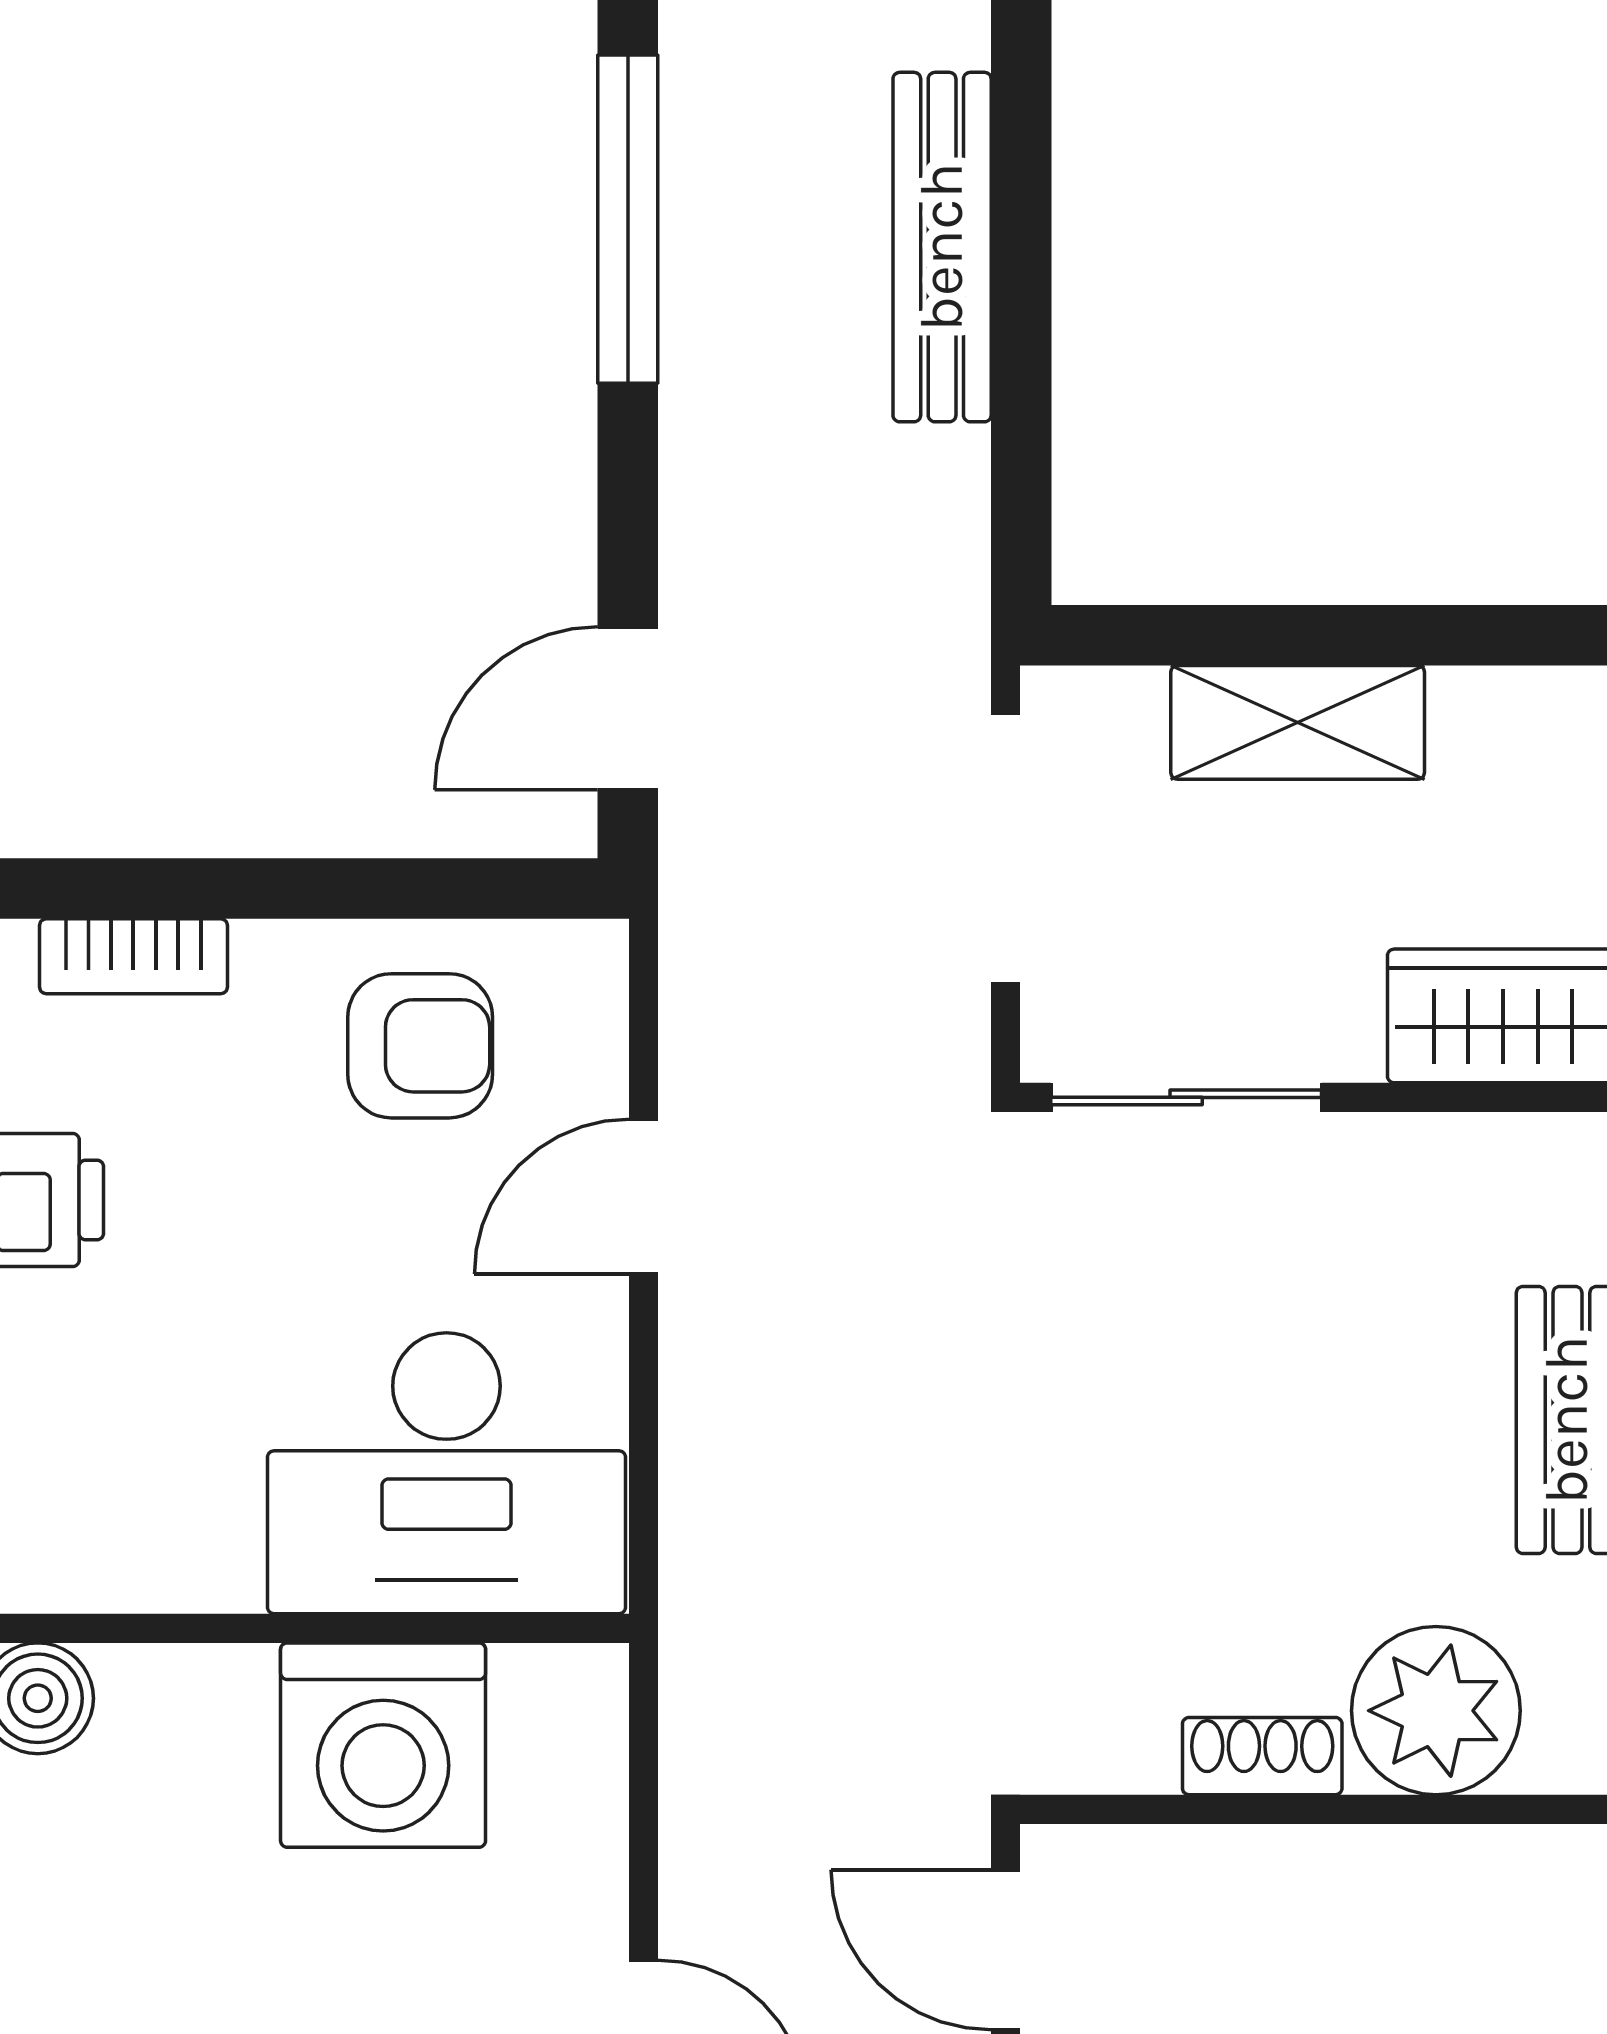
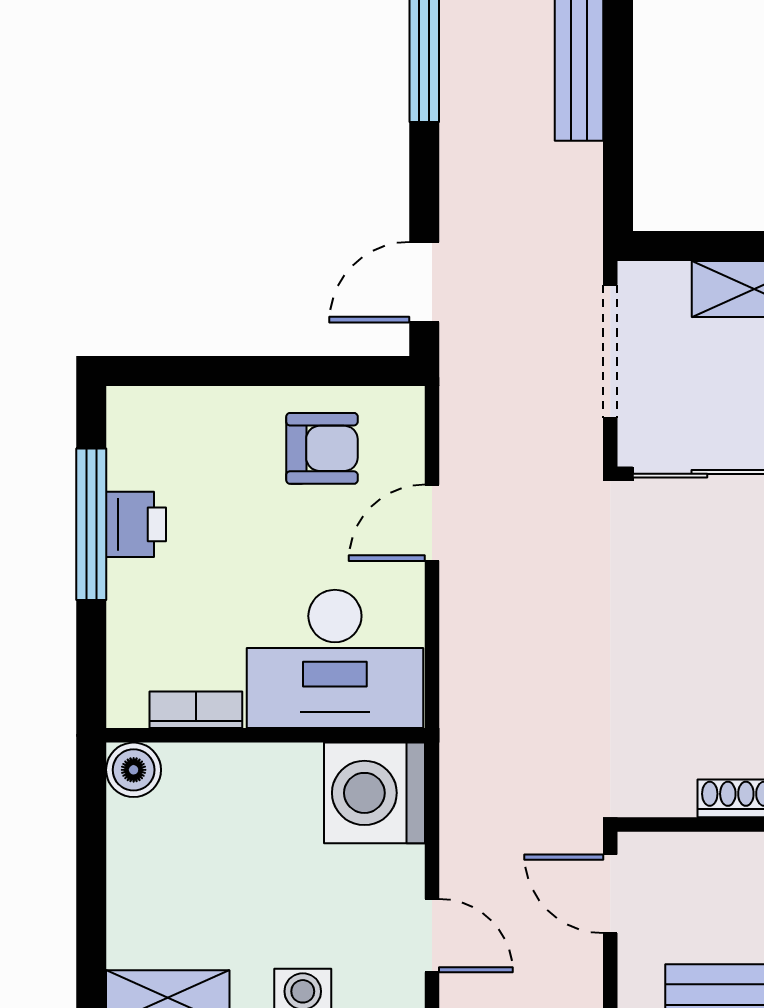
bookcase: (133, 956) -> (196, 710), moved, turned 180
washing machine: (383, 1745) -> (374, 793), moved, turned 90

